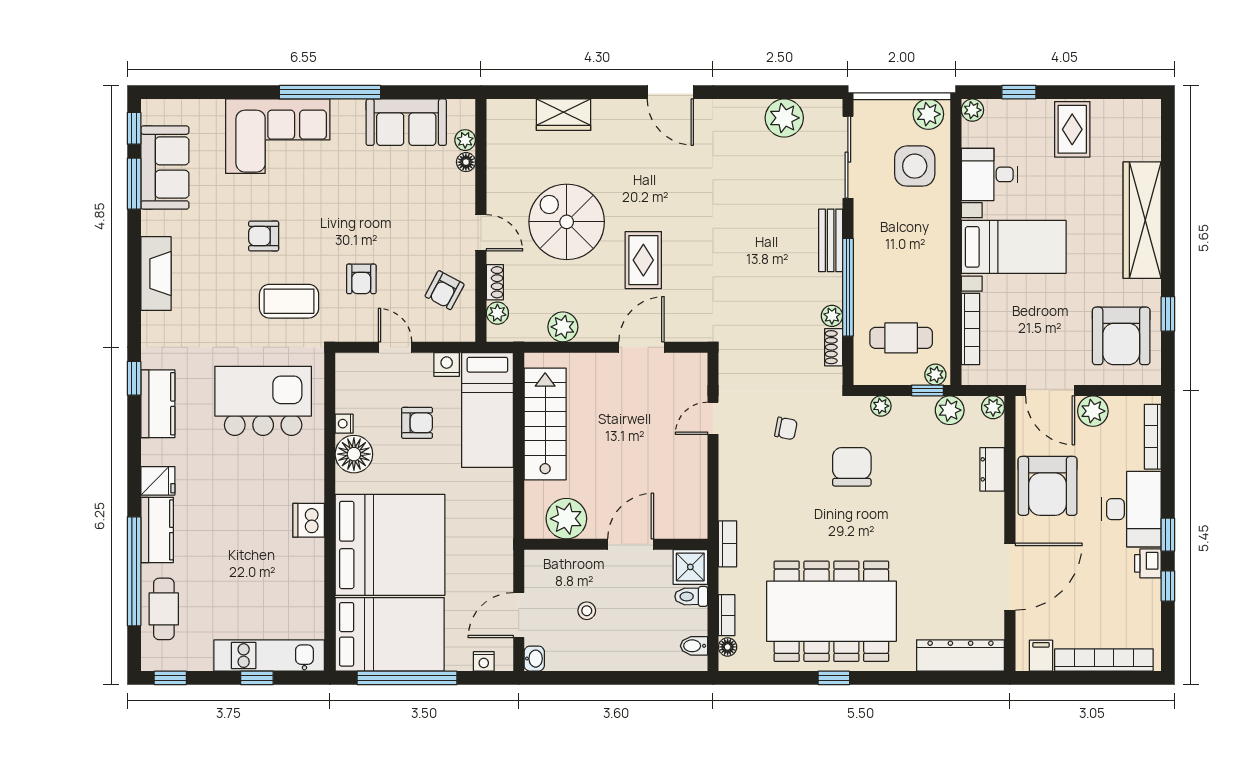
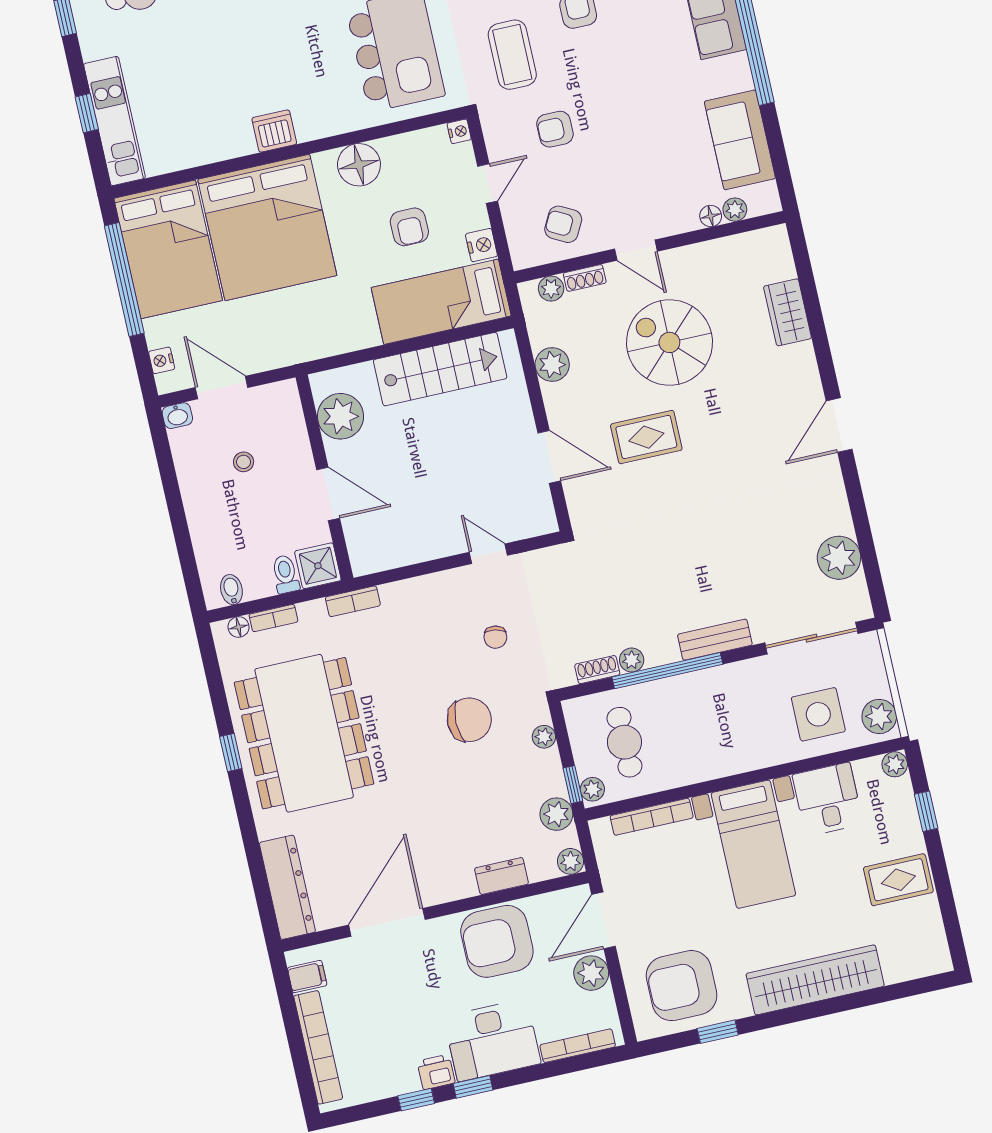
spiral stairs: (567, 222) -> (669, 342), turned -90
door: (481, 233) -> (636, 250), hinge flipped
nightstand: (344, 424) -> (459, 131), moved, turned 90
door: (1010, 577) -> (387, 922), swing flipped

